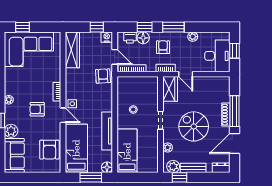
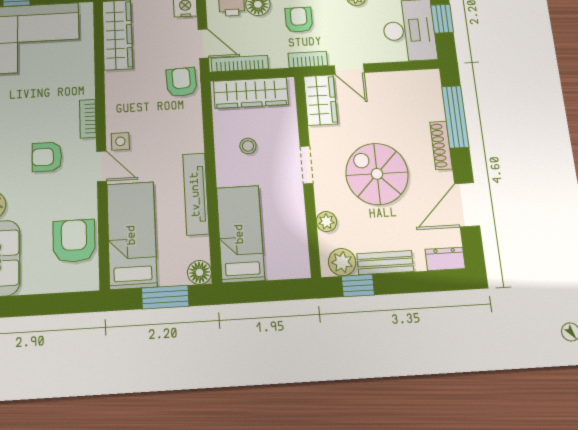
wardrobe: (136, 83) -> (251, 93), added
window: (234, 111) -> (455, 117), moved
armchair: (49, 150) -> (74, 241), turned 180

